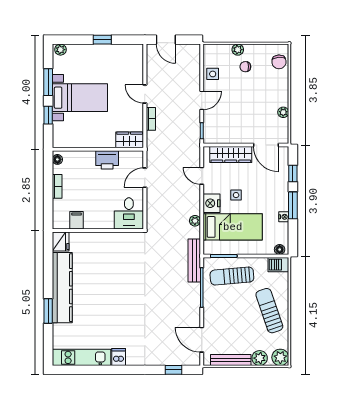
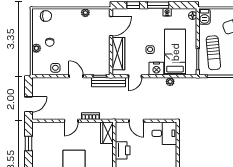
window: (102, 40) -> (29, 144), moved
bench: (194, 260) -> (109, 82), moved

